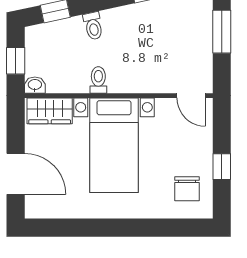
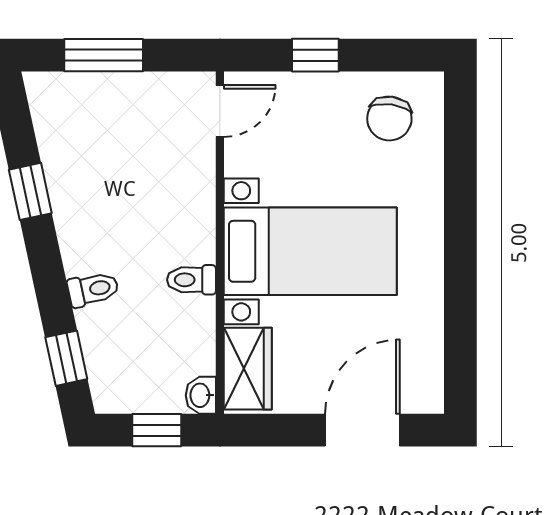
window: (222, 167) -> (315, 55), moved
chair: (187, 189) -> (389, 118), turned 98

